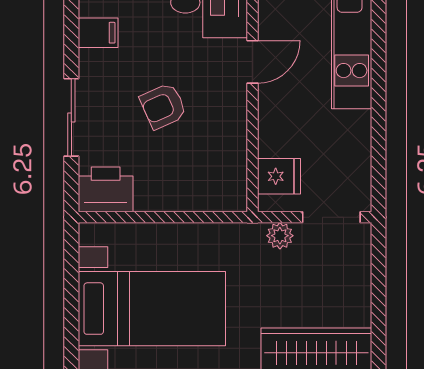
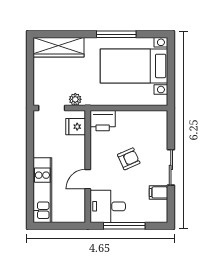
sliding door: (71, 117) -> (171, 167), moved
printer: (106, 189) -> (103, 121), moved

